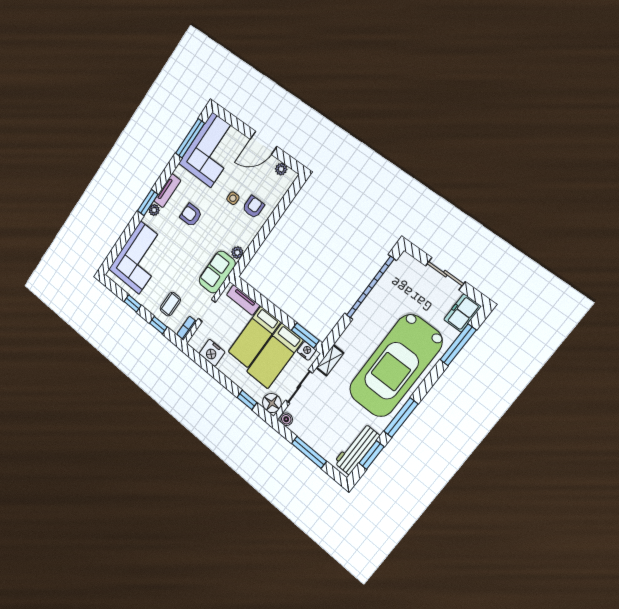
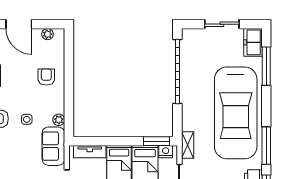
door: (263, 143) -> (19, 24), hinge flipped
side table: (233, 198) -> (27, 119), moved

